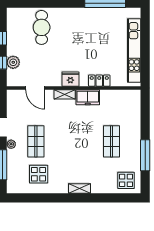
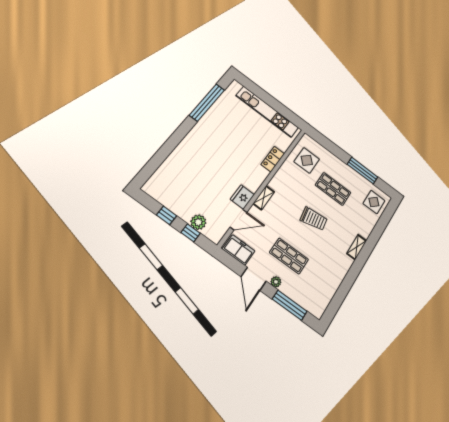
cafe table: (42, 27) -> (185, 172), removed
fridge: (70, 79) -> (242, 197), moved
freezer: (88, 97) -> (239, 250), moved, turned -90
trolley: (77, 142) -> (314, 219), added
display table: (39, 174) -> (307, 160), moved

